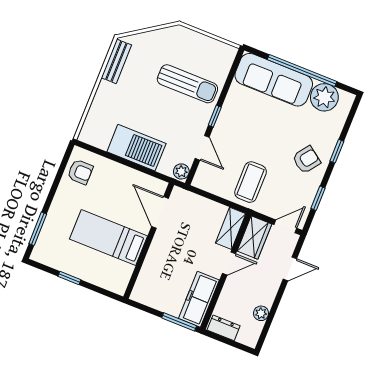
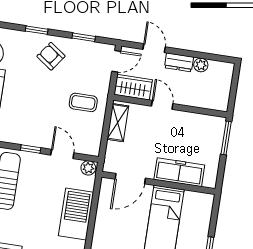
door: (202, 148) -> (62, 154), hinge flipped
coffee table: (251, 182) -> (83, 102), width x0.73, depth x0.77
door: (285, 226) -> (116, 61), swing flipped
shelving: (231, 228) -> (118, 123), moved, turned 90
freezer: (199, 299) -> (179, 172), moved, turned 180
dresser: (224, 328) -> (179, 62), moved, turned -90

